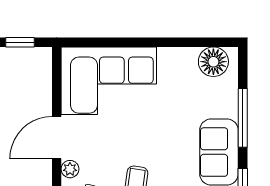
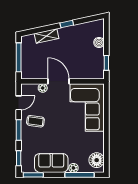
plant: (229, 108) -> (73, 168), added
window: (243, 118) -> (80, 175), moved

